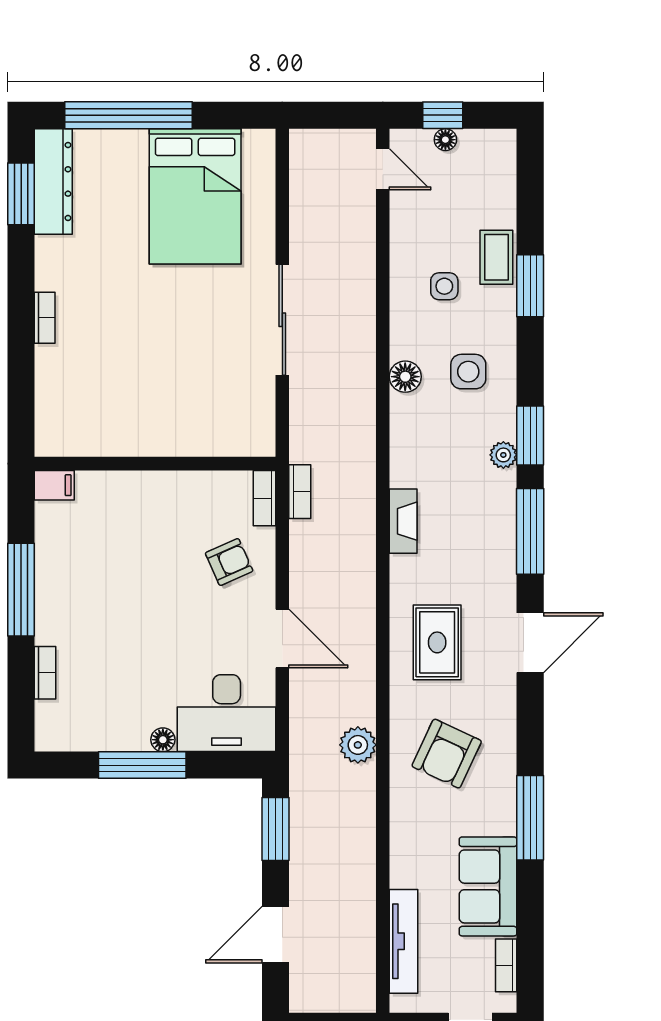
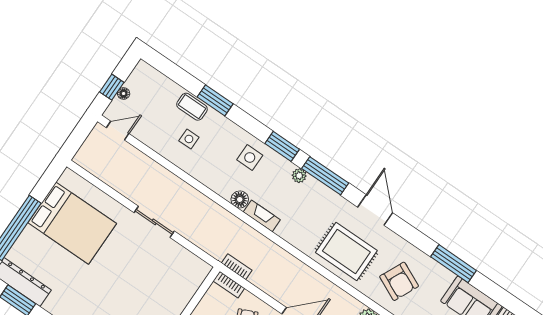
sliding door: (282, 320) -> (154, 222), width x0.73
side table: (468, 372) -> (250, 158), moved
floor lamp: (405, 377) -> (240, 199), moved
plant: (503, 455) -> (299, 176), moved
fireplace: (403, 521) -> (262, 216), moved
rug: (437, 642) -> (346, 251), width x1.36, depth x1.43

